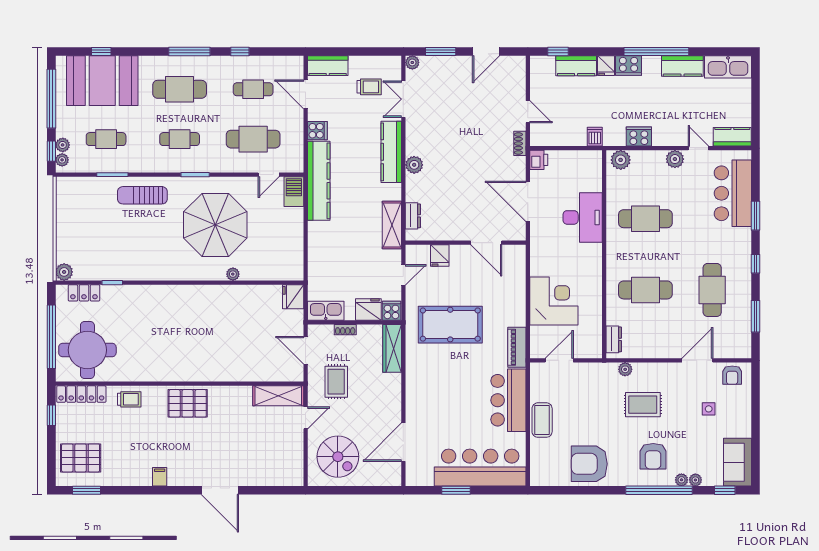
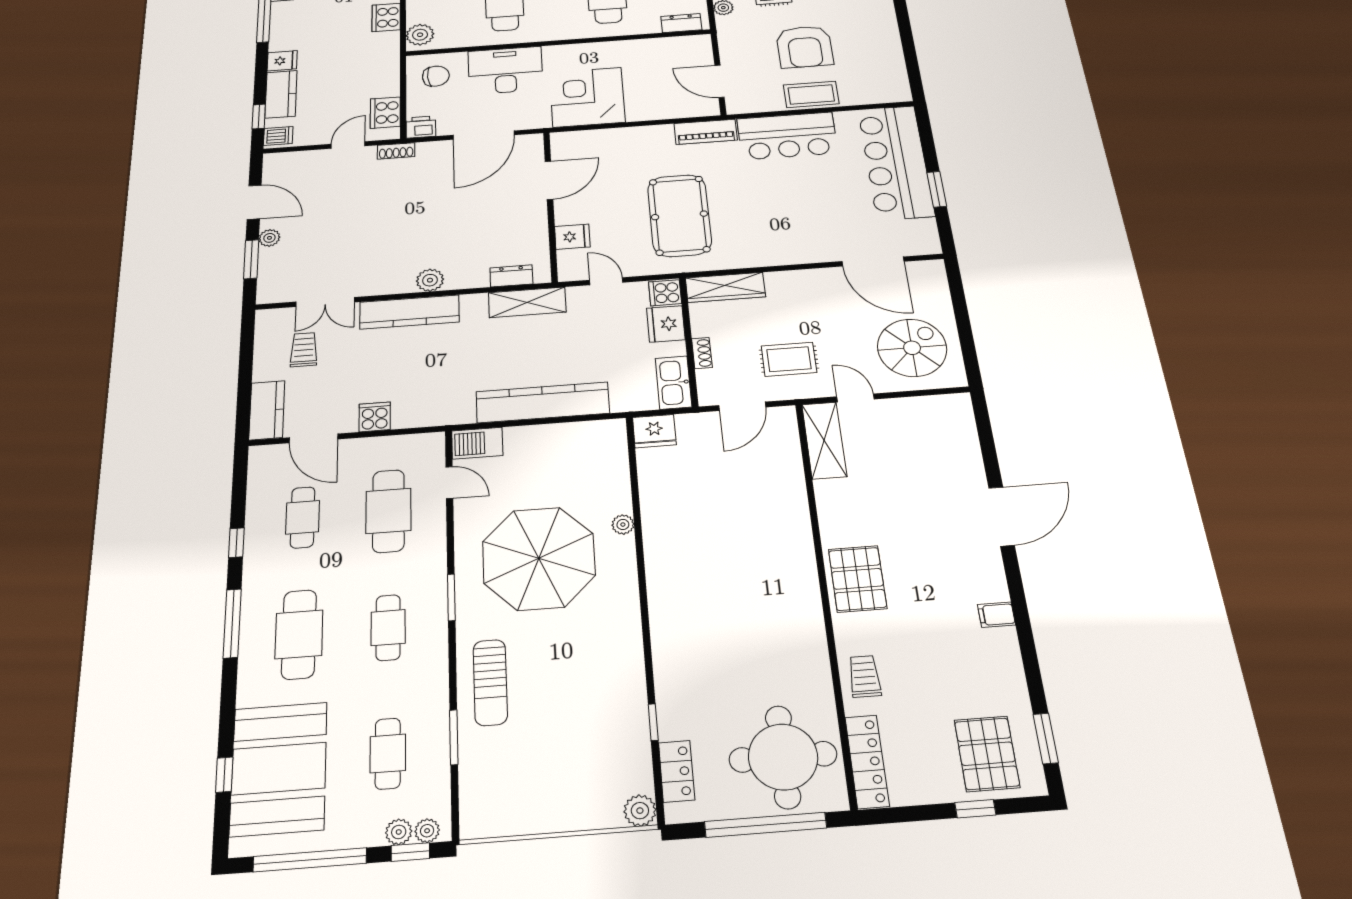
plant: (412, 62) -> (269, 238), moved
cooker: (629, 66) -> (385, 113), moved, turned 180
door: (306, 94) -> (314, 438), hinge flipped
dishwasher: (595, 137) -> (278, 136), moved, turned 180
chair: (582, 170) -> (436, 76), added
kitchen counter: (319, 181) -> (543, 402), moved
corner desk: (554, 301) -> (587, 97), moved
window: (51, 415) -> (975, 809), moved
armchair: (589, 464) -> (805, 47), moved

